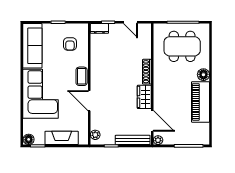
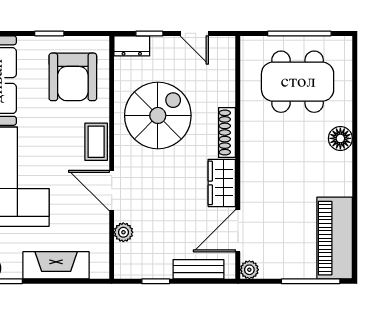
armchair: (70, 44) -> (73, 77), width x1.88, depth x1.88
spiral stairs: (112, 63) -> (158, 115), added
piano: (201, 102) -> (335, 238), moved
door: (152, 121) -> (238, 231), swing flipped
plant: (95, 135) -> (123, 232), moved
bench: (133, 140) -> (198, 269), width x0.73

